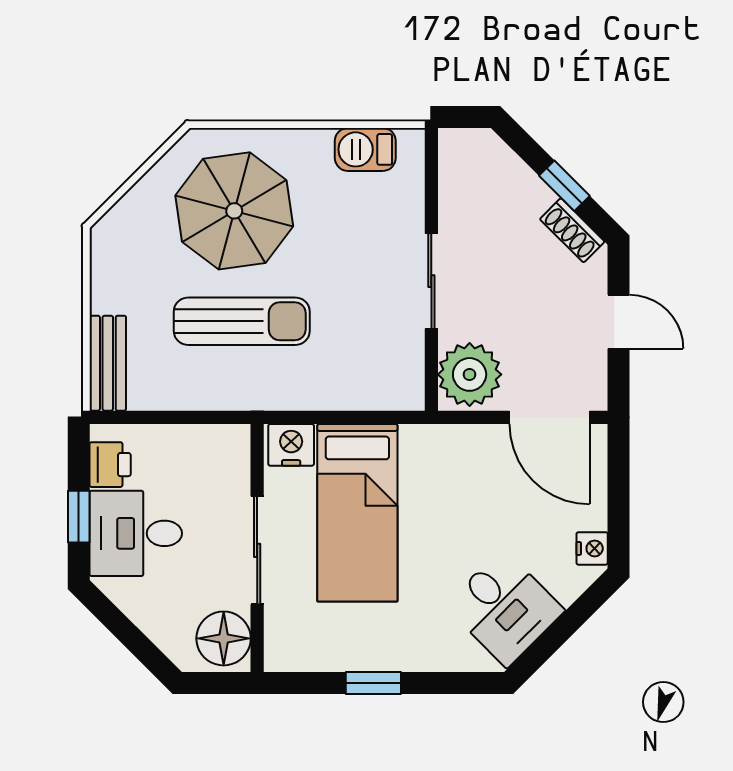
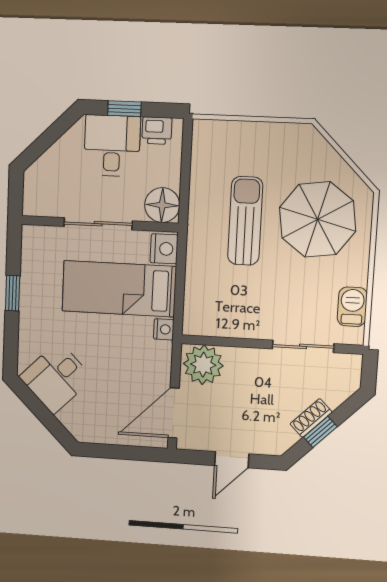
shoe rack: (572, 230) -> (311, 418), moved
sliding door: (431, 281) -> (303, 346), moved
sun lounger: (242, 321) -> (245, 221), turned 180
bench: (108, 363) -> (223, 132), removed
nightstand: (592, 548) -> (164, 329), moved, turned -90
floor lamp: (224, 638) -> (162, 205), moved

